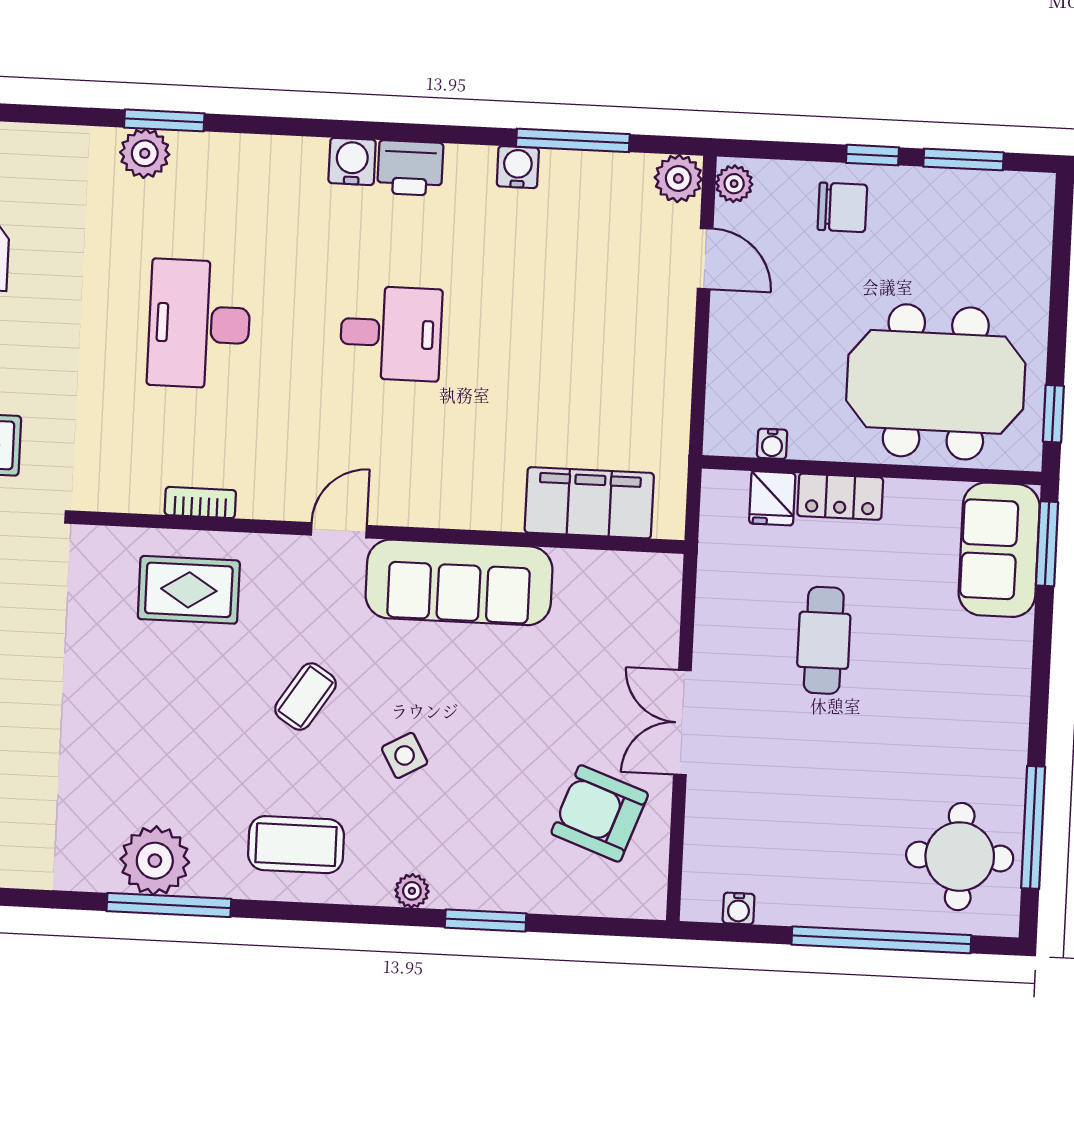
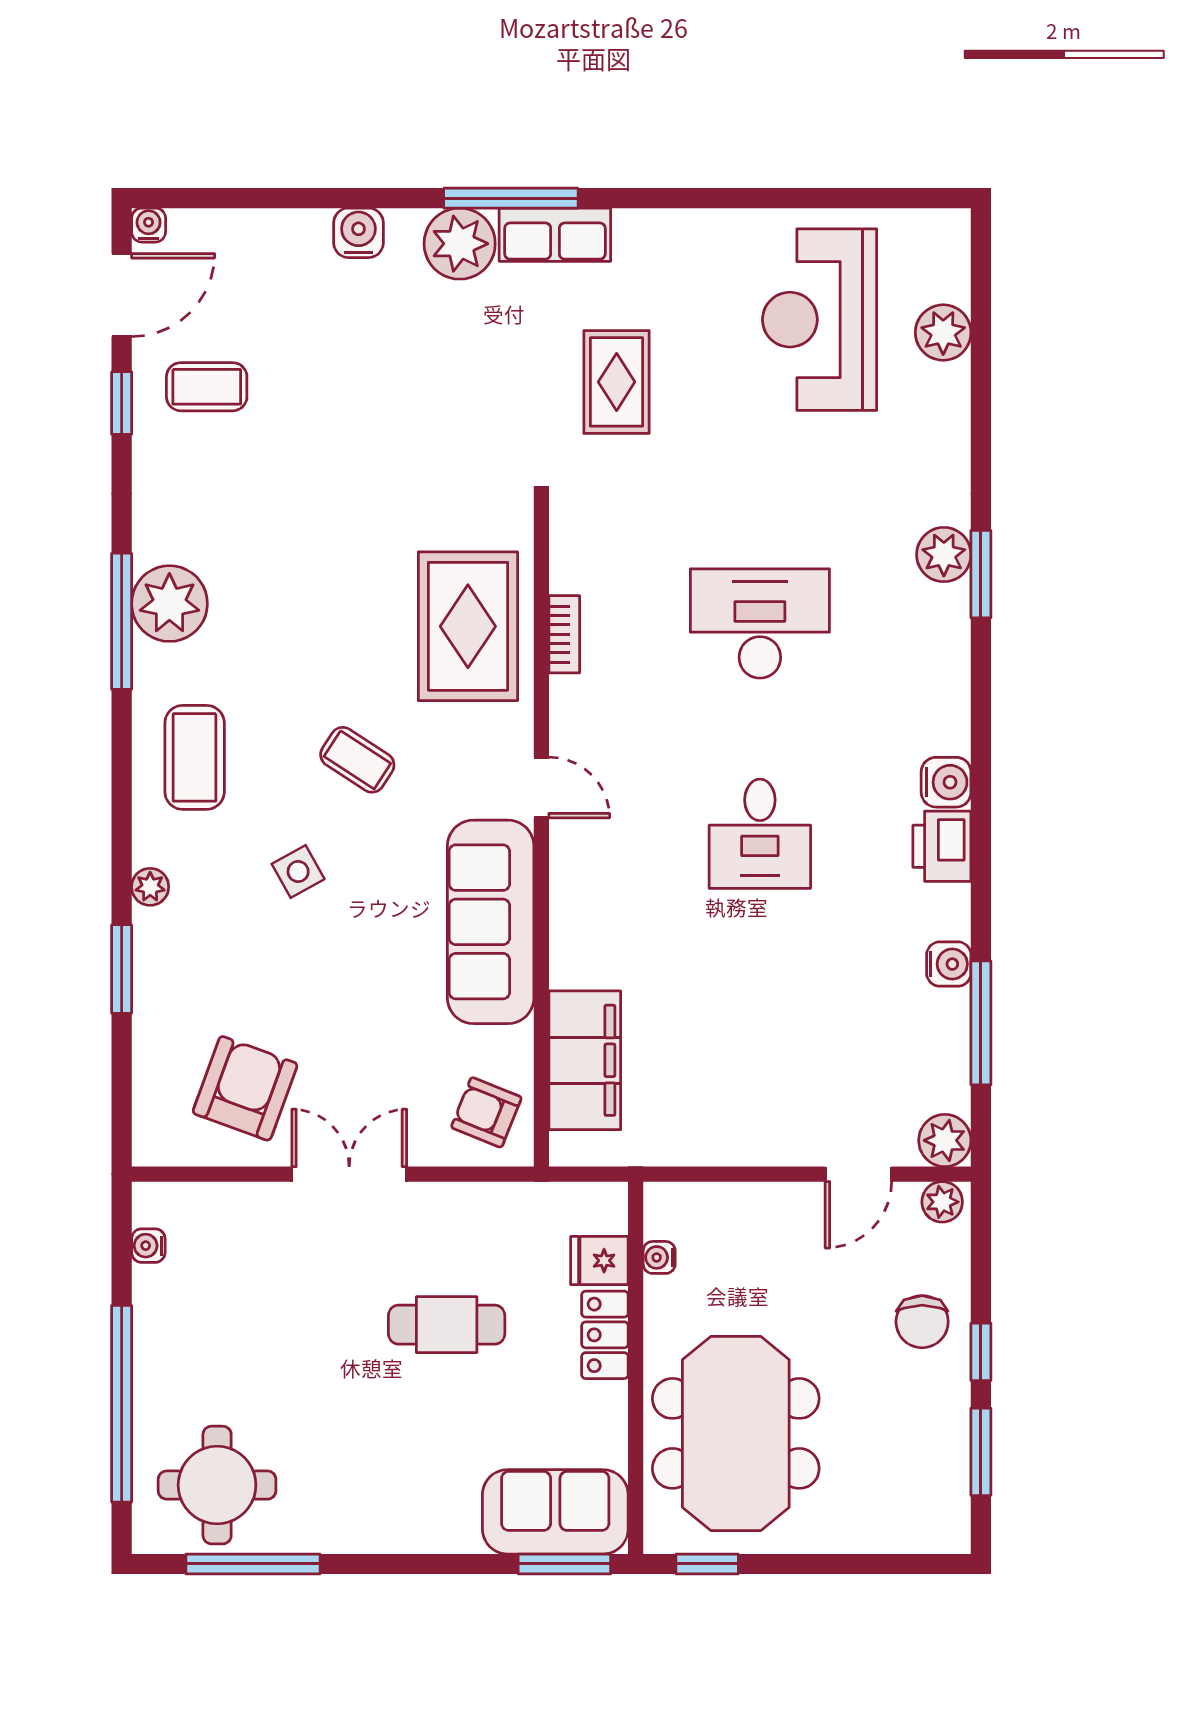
rug: (189, 590) -> (468, 626), width x1.36, depth x1.43
armchair: (632, 595) -> (486, 1112), added

